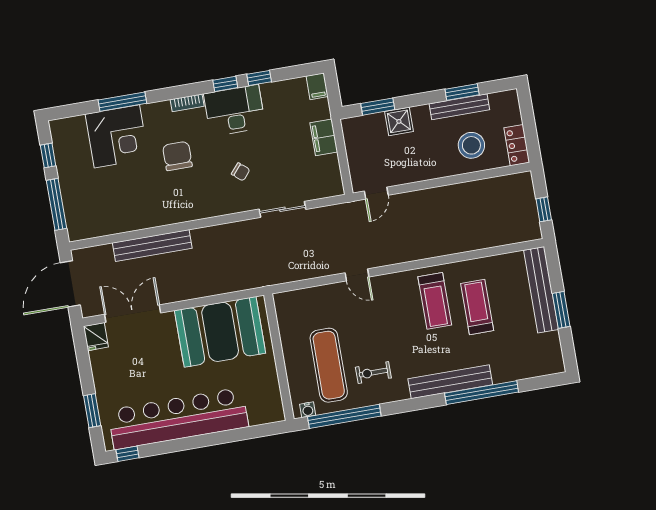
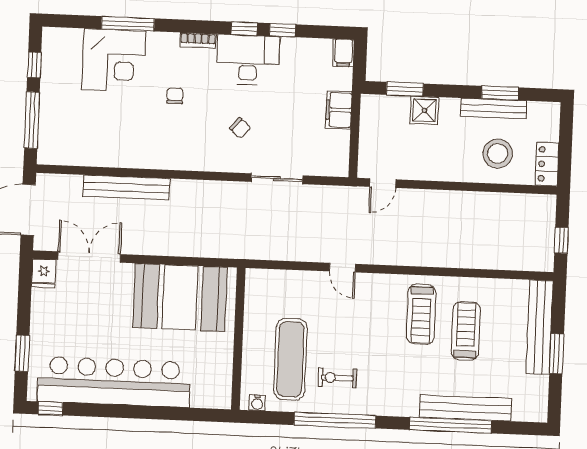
chair: (177, 156) -> (175, 96), width x0.54, depth x0.54
bench: (450, 382) -> (465, 408), moved
window: (344, 416) -> (335, 420), moved

